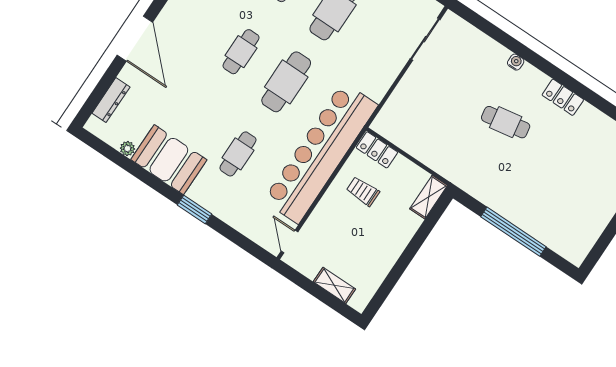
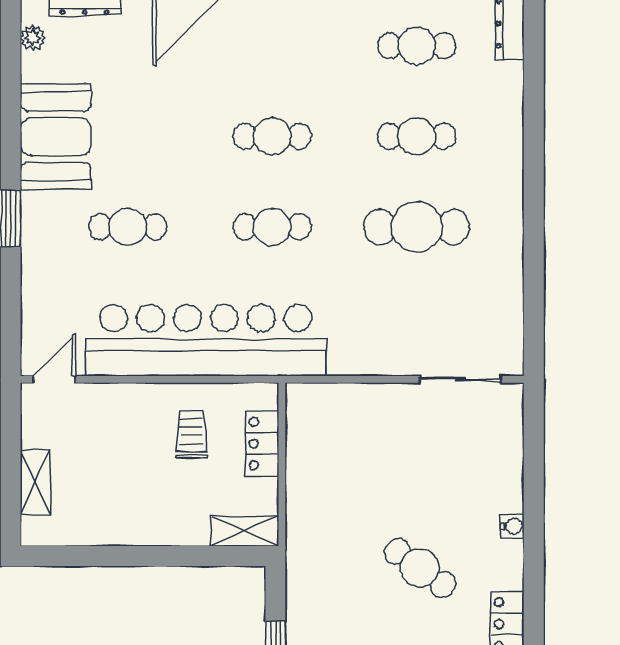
cafe table: (286, 82) -> (272, 227), width x0.73, depth x0.74
cafe table: (506, 122) -> (420, 568), turned -44
plant: (127, 149) -> (33, 38), moved
locker: (377, 150) -> (262, 444), moved

